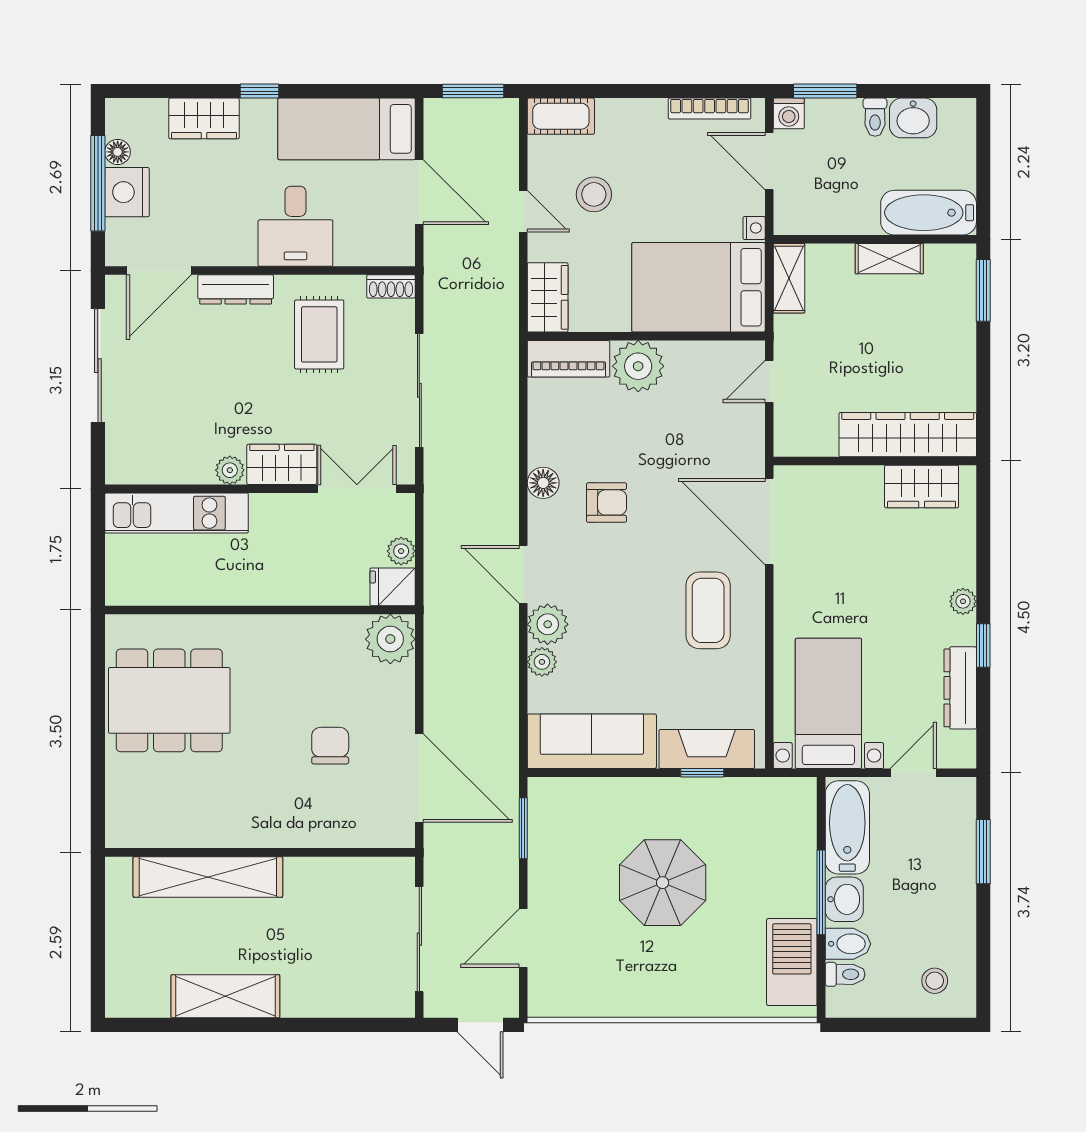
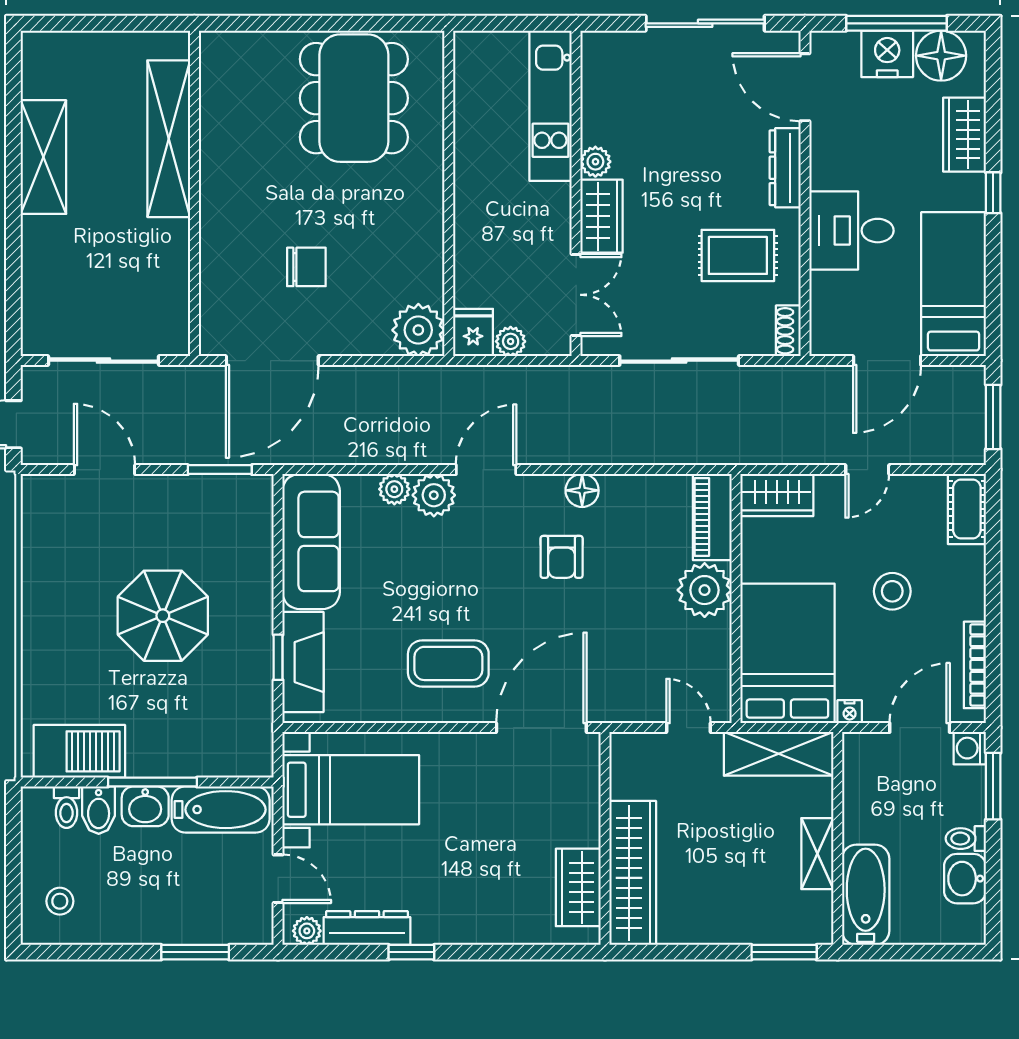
floor lamp: (118, 152) -> (941, 56), width x1.89, depth x1.89
stool: (594, 194) -> (892, 591), moved
shelving: (789, 278) -> (779, 754), width x1.50, depth x1.33
plant: (963, 601) -> (307, 931), moved

